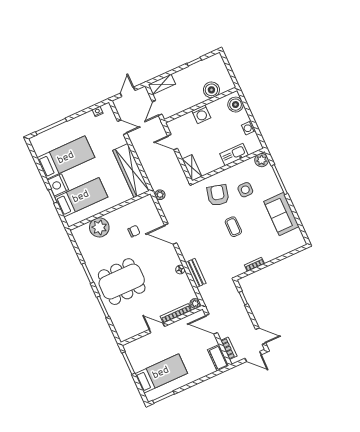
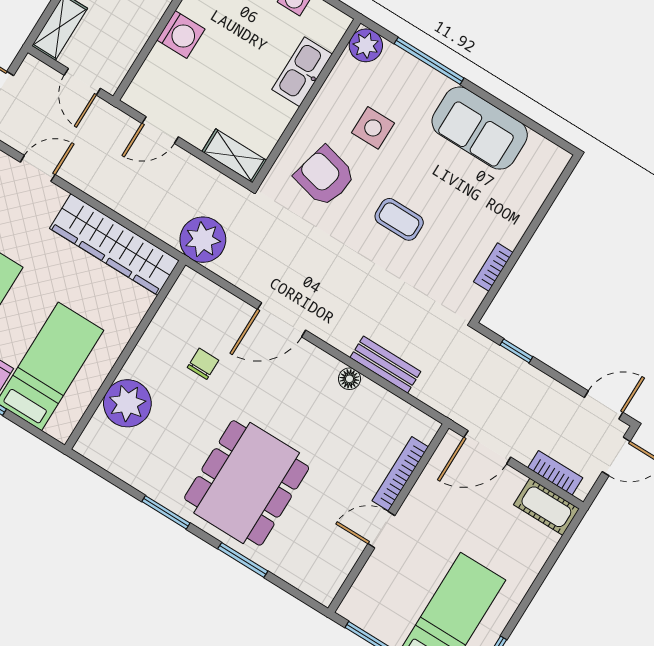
plant: (160, 195) -> (203, 240), width x1.87, depth x1.87
plant: (195, 304) -> (426, 428), removed

